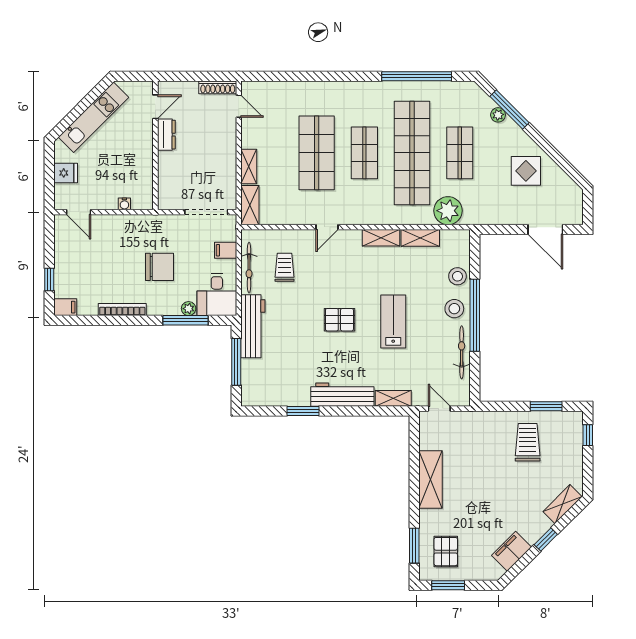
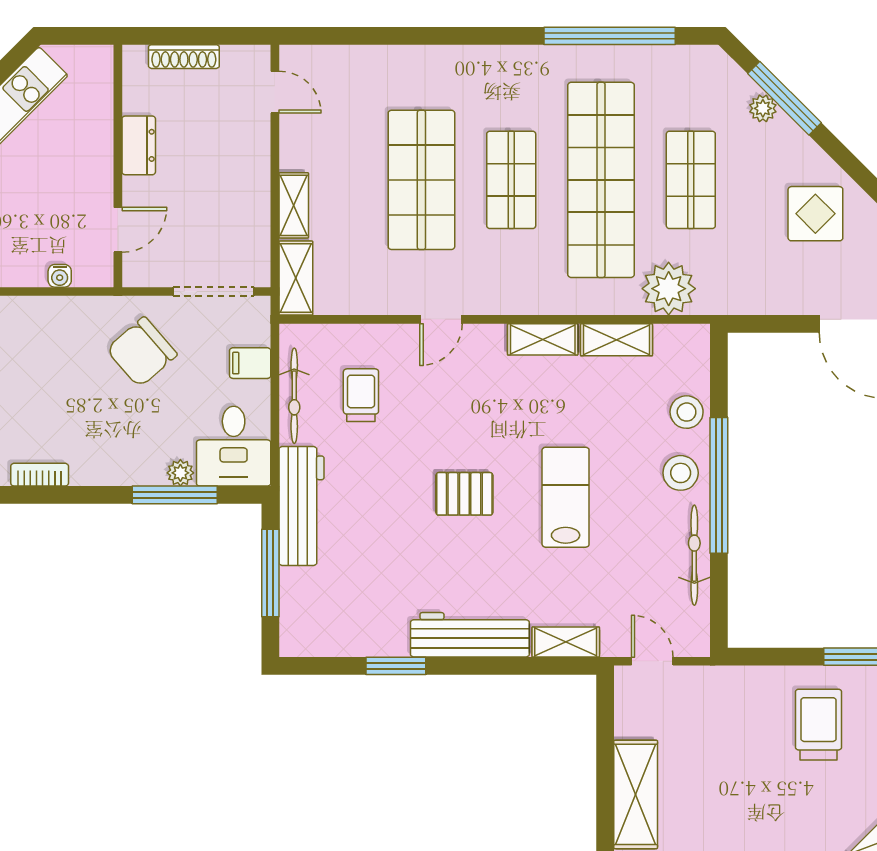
shoe rack: (218, 87) -> (184, 57), moved
door: (155, 107) -> (118, 230), moved
chair: (159, 267) -> (142, 352), moved, turned 139
bookcase: (122, 310) -> (40, 475), width x0.64

